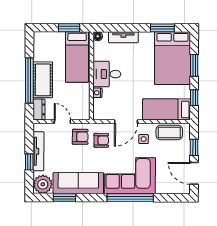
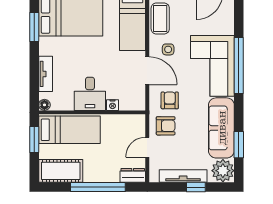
cot: (43, 80) -> (61, 171), moved
armchair: (80, 137) -> (166, 126), turned 90

